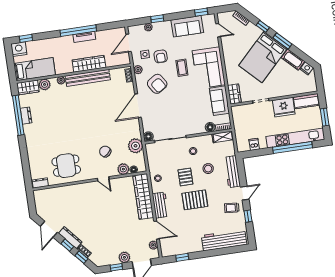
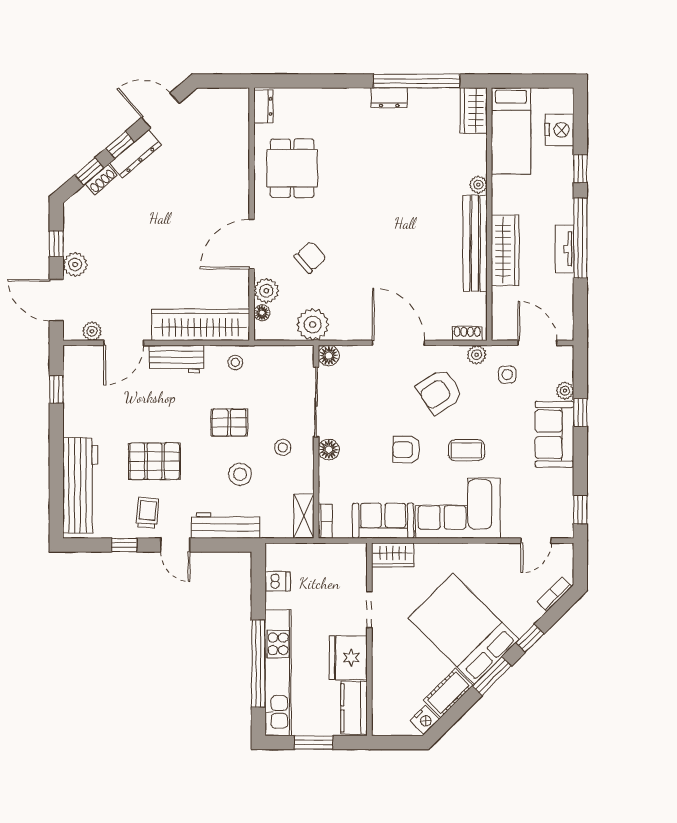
sofa: (187, 26) -> (554, 434), moved
window: (26, 38) -> (580, 169), moved
nightstand: (19, 49) -> (559, 130), moved
armchair: (161, 56) -> (406, 450), moved
plant: (45, 84) -> (475, 148), removed
dresser: (26, 116) -> (389, 98), moved
floor lamp: (210, 127) -> (329, 450), moved
door: (103, 179) -> (252, 244), width x1.88
pallet: (195, 200) -> (155, 461), moved, turned 90

